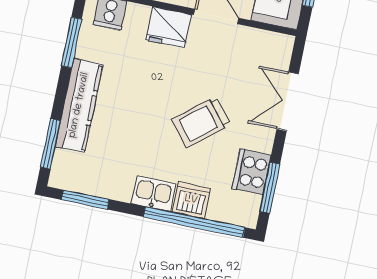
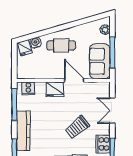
window: (71, 42) -> (14, 104), width x1.44

